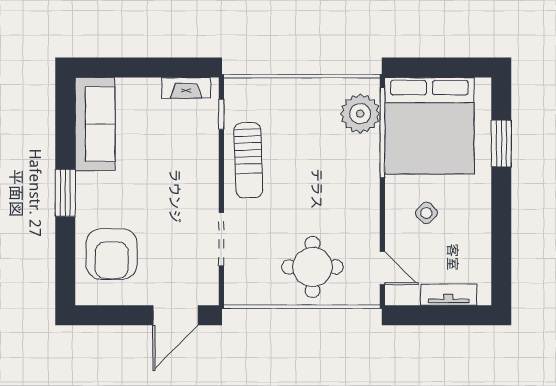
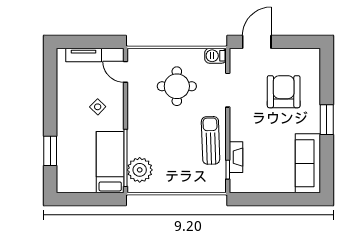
fireplace: (186, 88) -> (236, 157), moved, turned 90
bed: (429, 126) -> (110, 162), width x0.49
armchair: (112, 254) -> (284, 92), moved
round table: (312, 267) -> (177, 86), moved
barbecue: (241, 293) -> (216, 56), added

